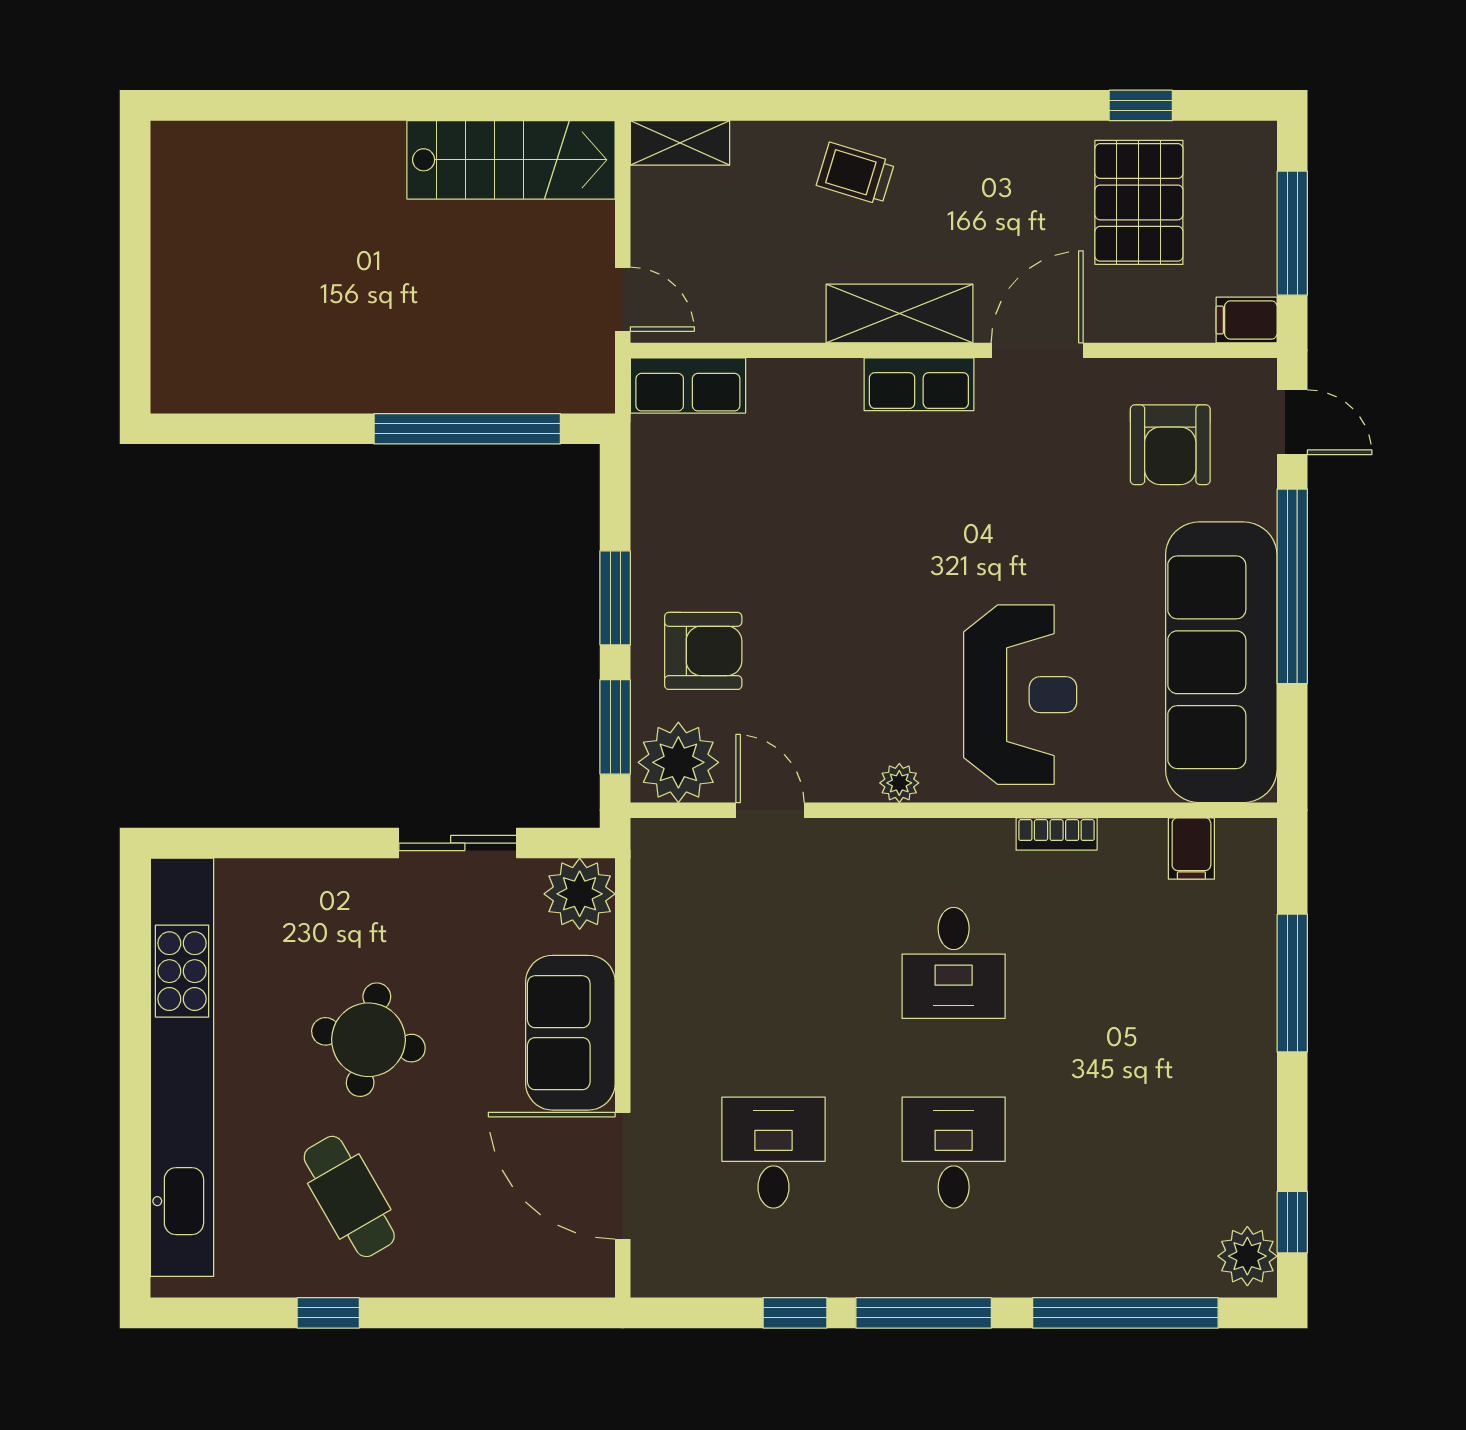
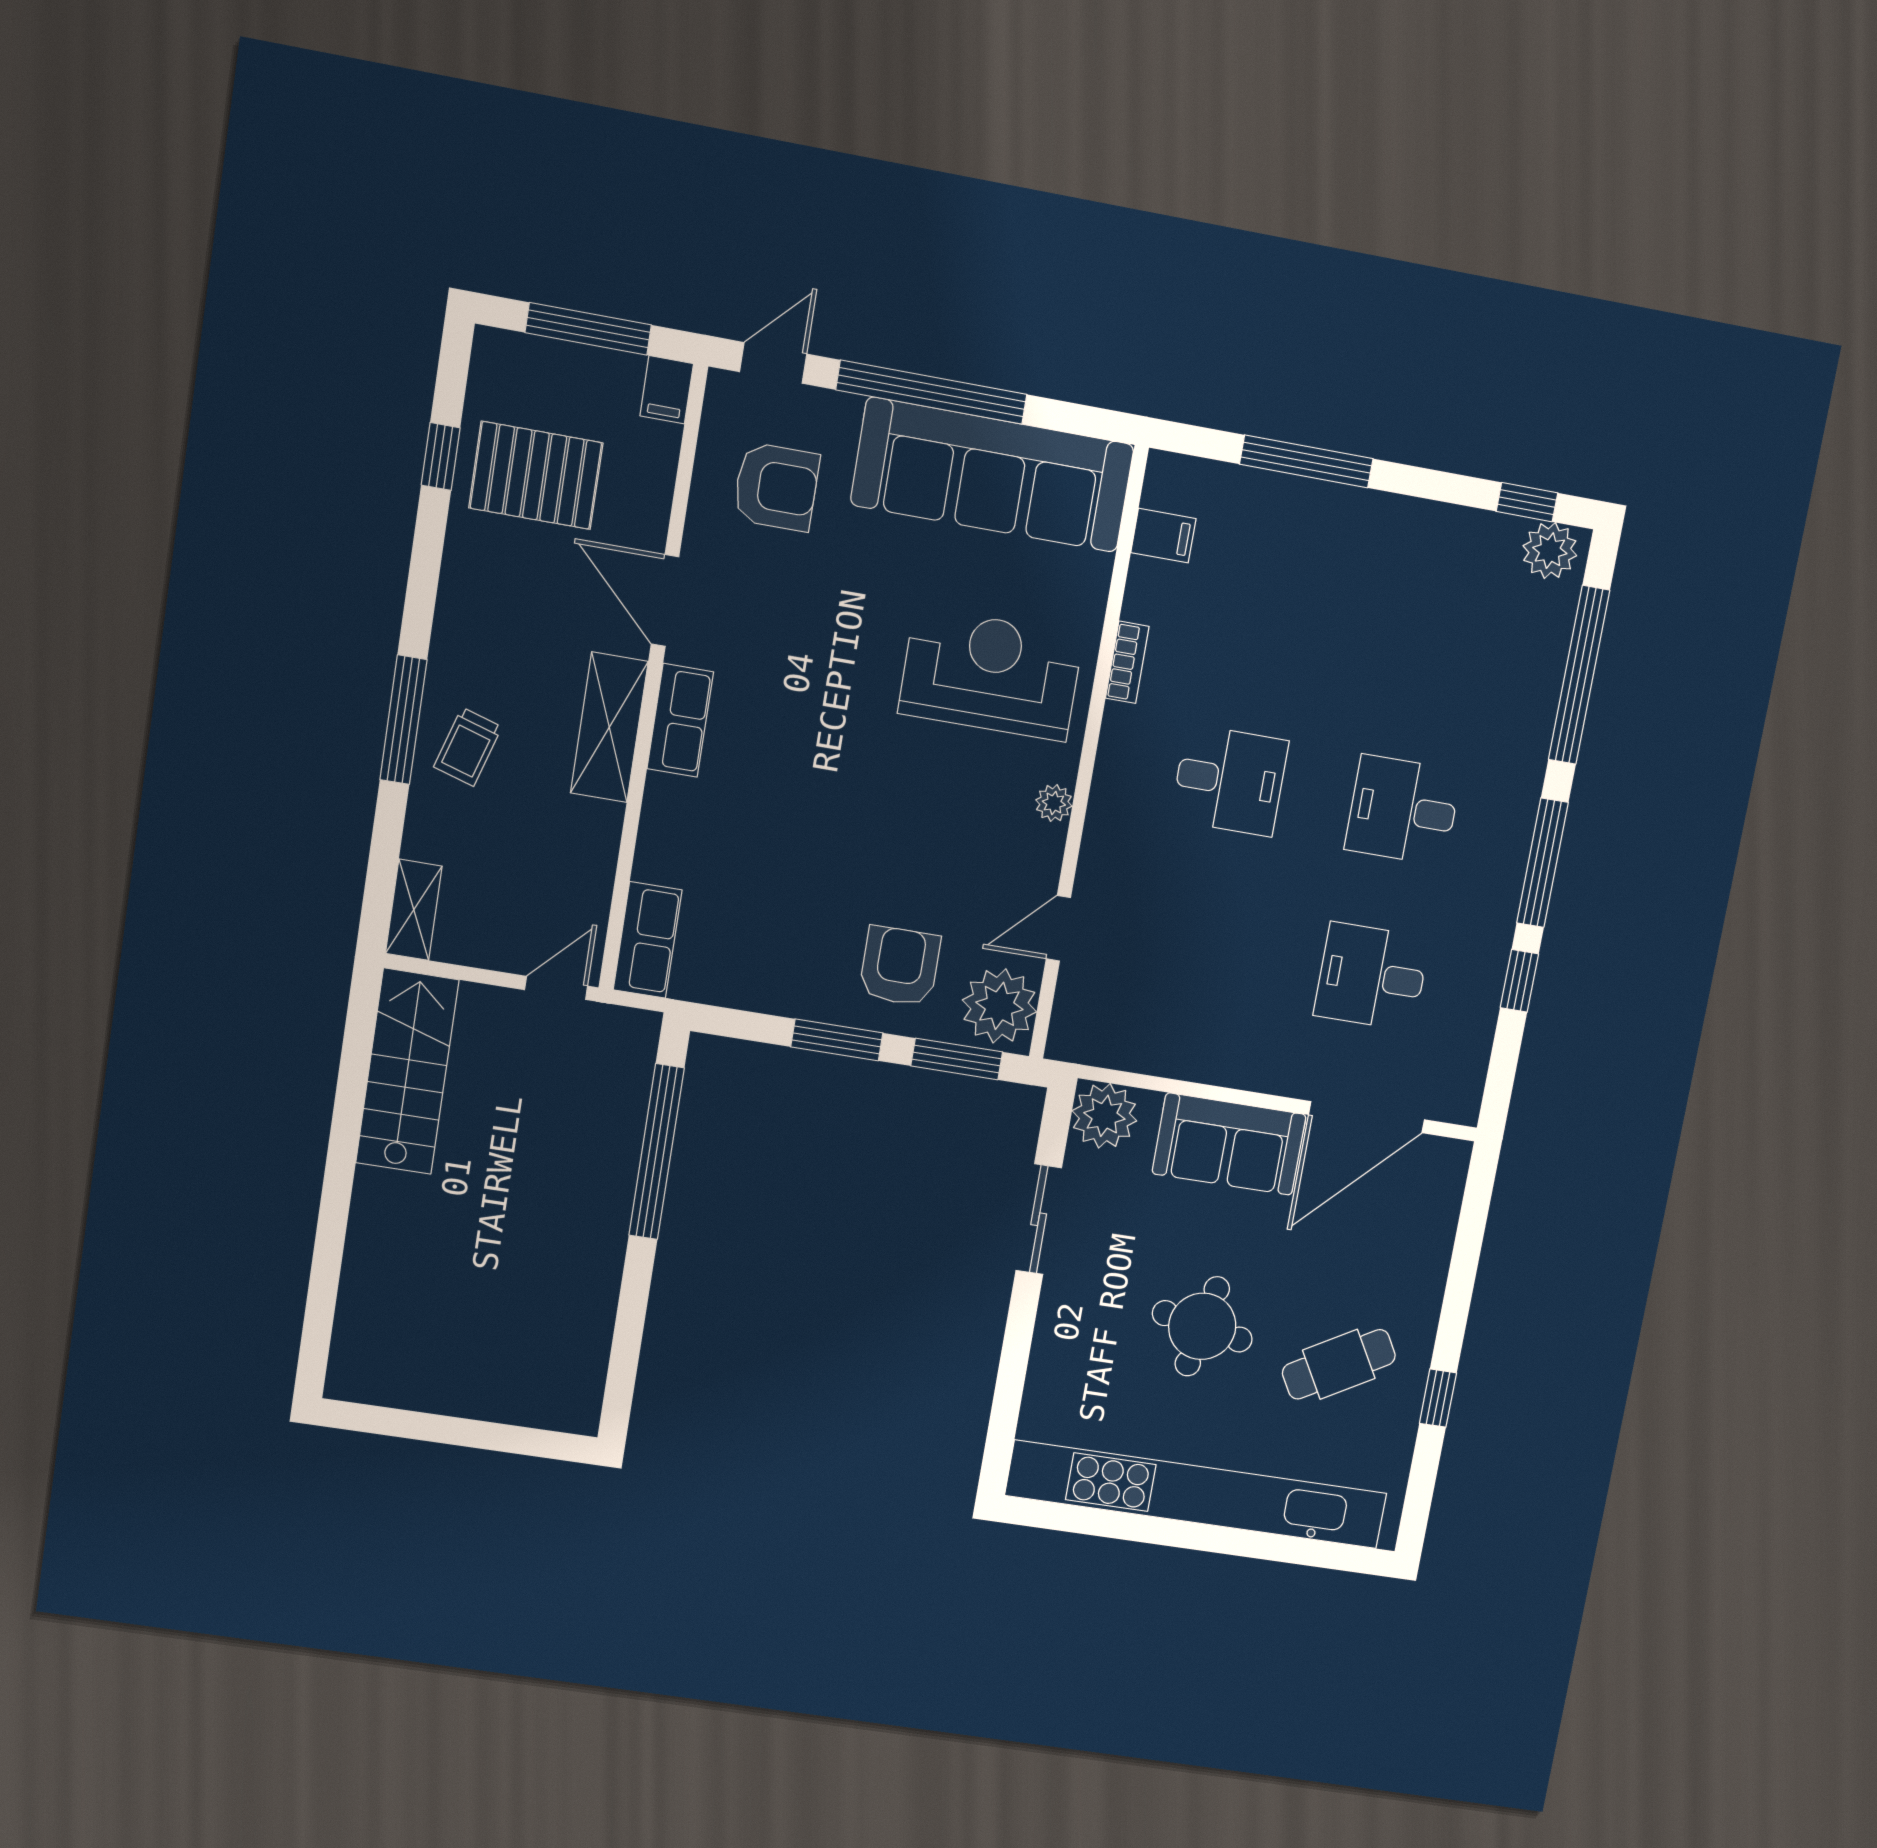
window: (872, 105) -> (403, 720), added

